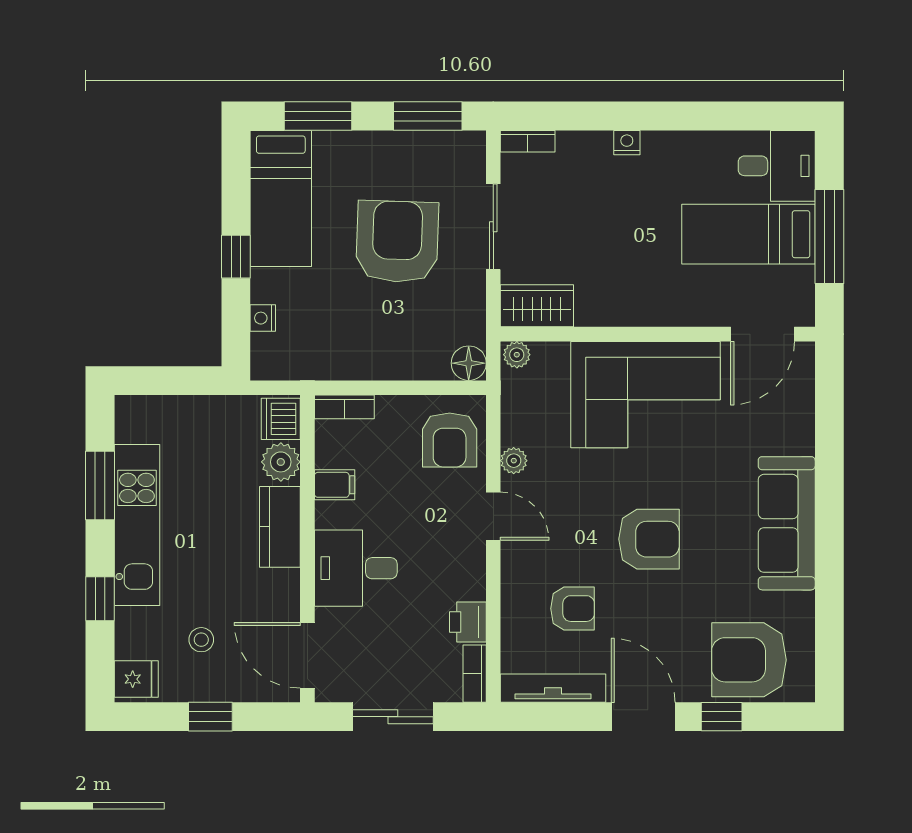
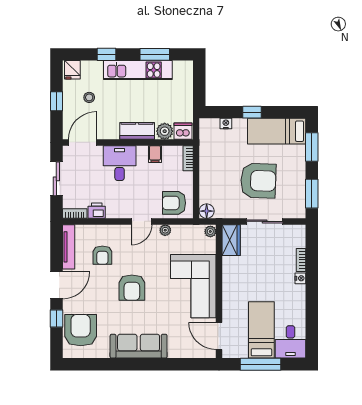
bookcase: (528, 141) -> (301, 260), moved

